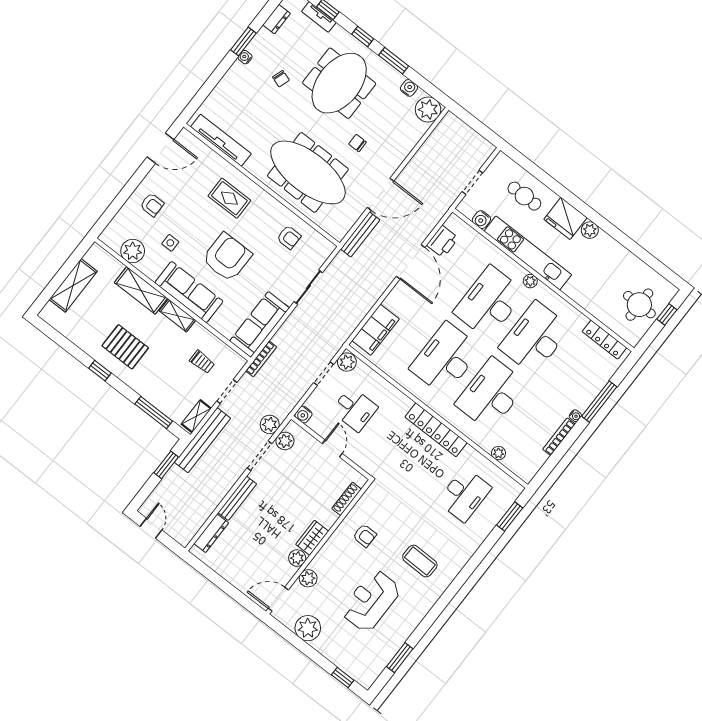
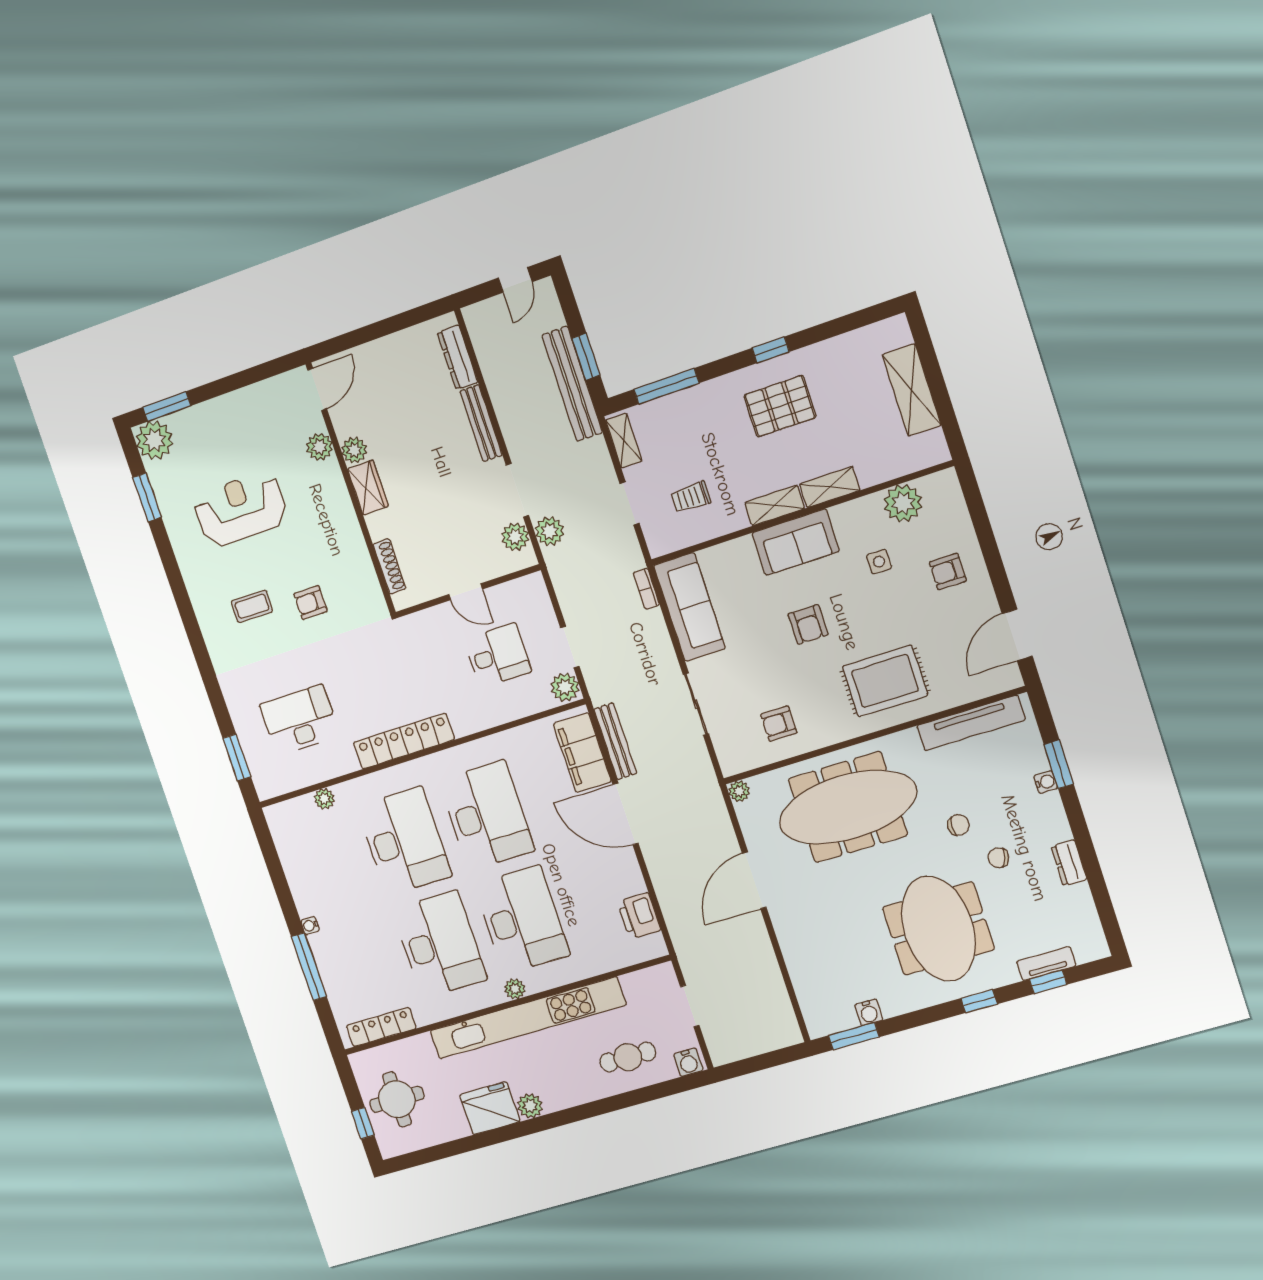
dresser: (277, 19) -> (1069, 863), moved
window: (243, 42) -> (1059, 764), moved
water cooler: (245, 57) -> (1046, 782), moved
window: (394, 61) -> (854, 1036), moved
plant: (428, 110) -> (739, 791), moved, width x0.53, depth x0.53
chair: (358, 143) -> (958, 825), moved
rug: (229, 198) -> (885, 681), width x1.36, depth x1.43
fridge: (565, 218) -> (490, 1108), moved
water cooler: (481, 220) -> (688, 1062), moved, turned 180
bench: (360, 234) -> (615, 741), moved
kitchen unit: (528, 253) -> (527, 1018), width x1.36
armchair: (227, 257) -> (808, 624), width x0.53, depth x0.53
door: (411, 262) -> (626, 814), moved
shelving: (141, 290) -> (830, 487), width x0.67, depth x0.75
sofa: (189, 292) -> (796, 542), width x0.73
bookcase: (261, 359) -> (646, 589), width x0.64
desk: (355, 409) -> (498, 655), turned 180
water cooler: (303, 414) -> (534, 584), removed
bookcase: (559, 437) -> (297, 887), removed
bench: (203, 440) -> (572, 384), moved
desk: (464, 495) -> (300, 720), turned 90
door: (151, 528) -> (515, 280), hinge flipped
armchair: (365, 536) -> (310, 603), moved
coffee table: (420, 561) -> (252, 606), width x0.73, depth x0.77
reception desk: (371, 601) -> (241, 509), turned -90
plant: (308, 628) -> (154, 440), moved
window: (343, 677) -> (167, 407), width x1.50

